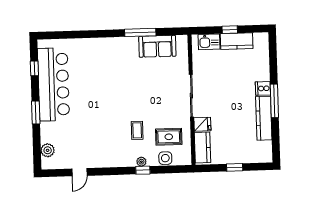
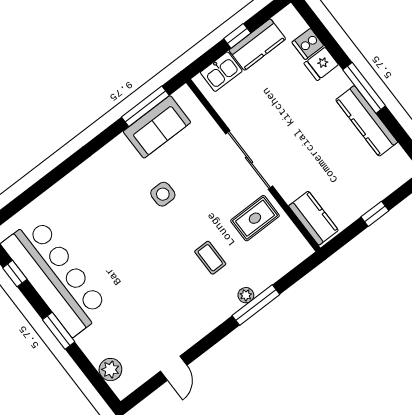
window: (140, 32) -> (145, 106), moved
cooker: (263, 88) -> (308, 44), moved
fridge: (202, 124) -> (321, 64), moved, turned 180
rug: (169, 137) -> (255, 218), moved
side table: (165, 158) -> (163, 194), moved
window: (143, 170) -> (256, 305), width x2.17

